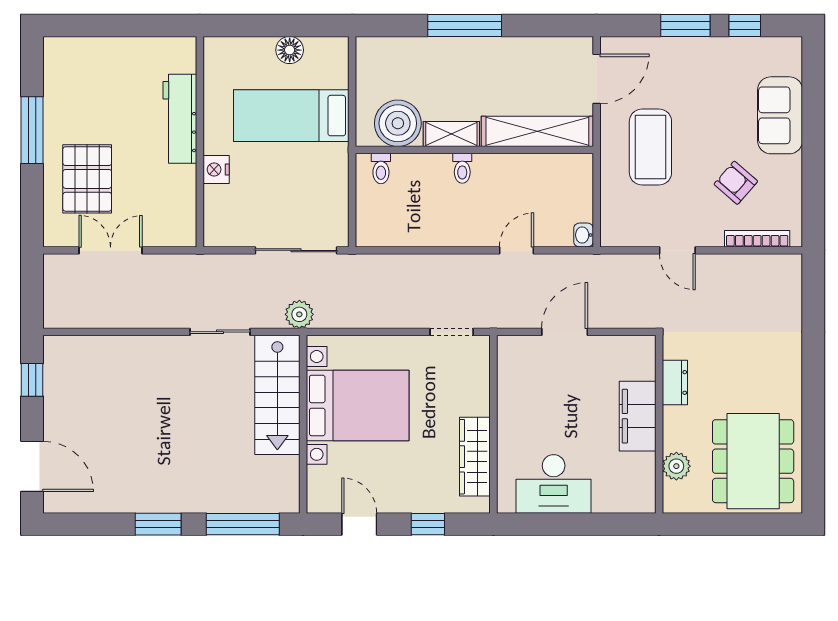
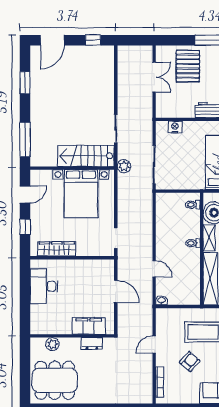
nightstand: (216, 170) -> (175, 127), moved
pallet: (87, 179) -> (188, 66), turned 90
armchair: (736, 183) -> (190, 362), moved
filing cabinet: (638, 416) -> (89, 326), moved
window: (158, 524) -> (25, 83), moved

